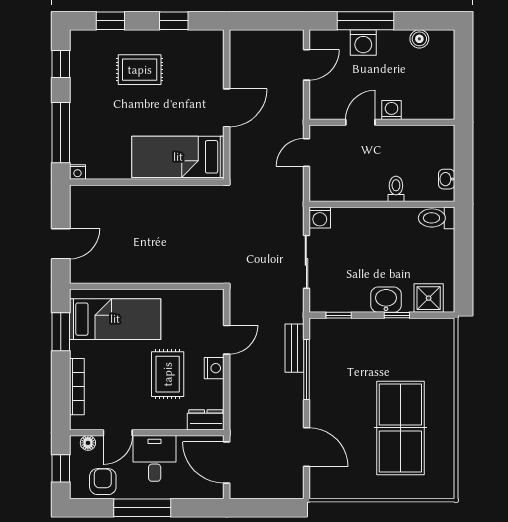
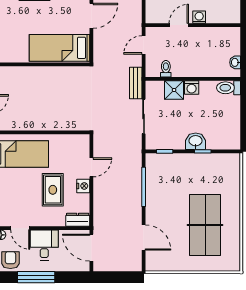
toilet: (396, 189) -> (166, 69), moved
washing machine: (320, 218) -> (192, 88), moved
shower: (429, 298) -> (174, 90), moved
bench: (295, 348) -> (136, 83), moved
door: (118, 433) -> (20, 228), hinge flipped

